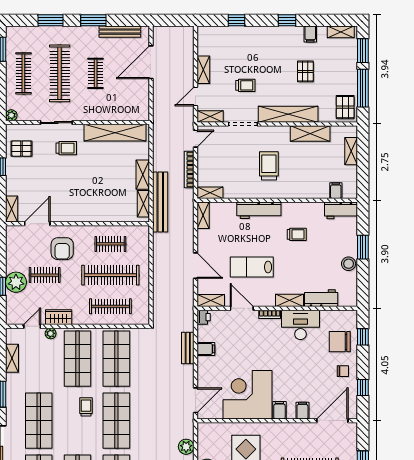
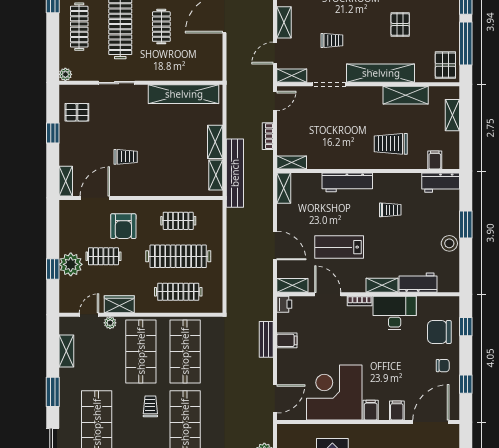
trolley: (66, 148) -> (126, 157), moved
trolley: (269, 166) -> (391, 144), moved, turned -90
bookcase: (189, 170) -> (268, 136), width x0.64

